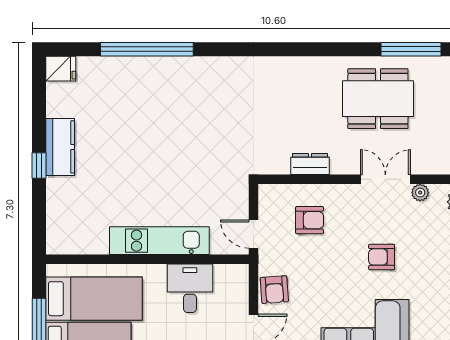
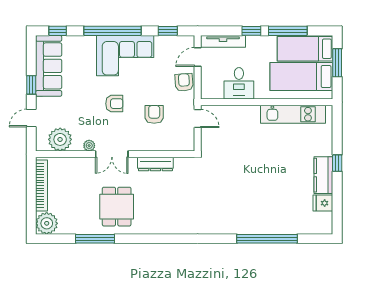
fridge: (61, 69) -> (323, 203), moved
dining table: (378, 99) -> (117, 207), width x0.73
dresser: (310, 164) -> (155, 164), width x1.44
armchair: (310, 220) -> (154, 114), moved, turned 90
kitchen unit: (159, 241) -> (293, 114), moved

